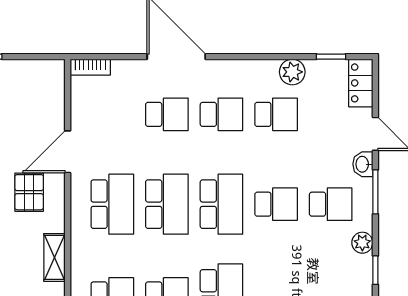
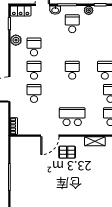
door: (68, 152) -> (50, 136), hinge flipped
school desk: (167, 204) -> (72, 93), removed
school desk: (221, 204) -> (72, 70), width x0.54
school desk: (276, 204) -> (72, 47), removed

